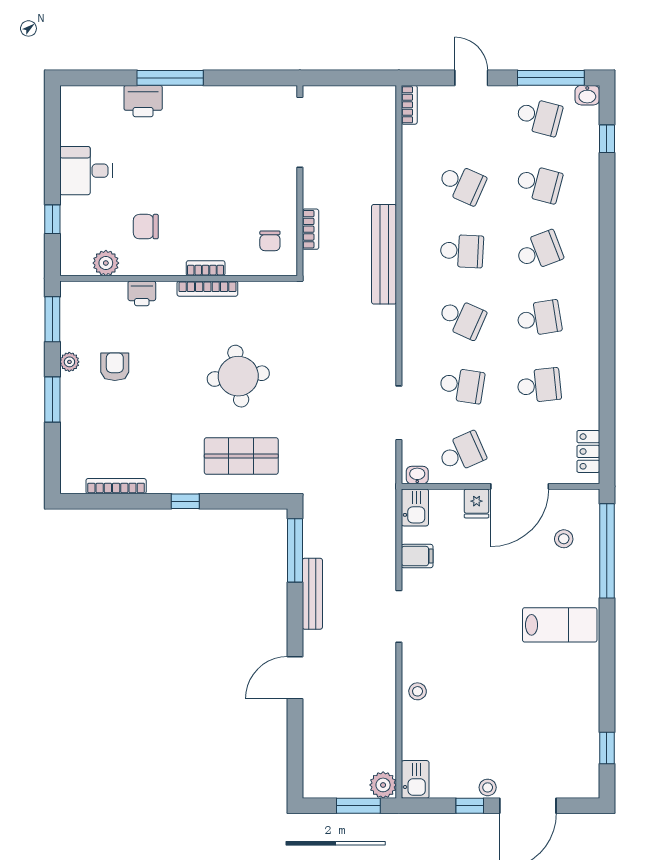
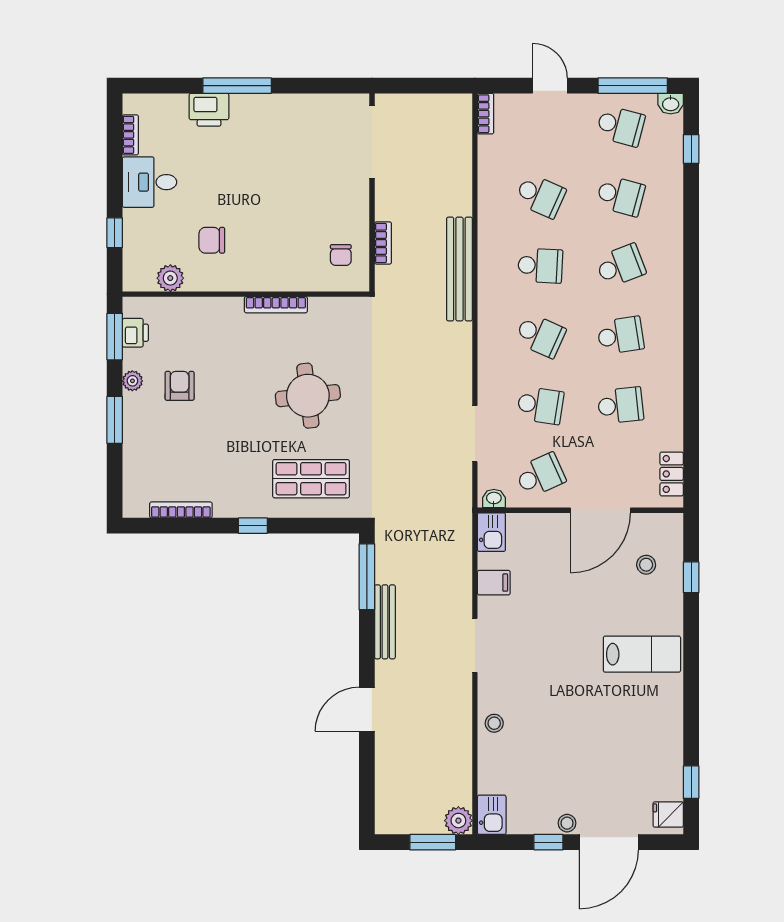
bookcase: (206, 268) -> (130, 135), moved, turned 90
printer: (142, 293) -> (135, 333), moved, turned -90
fridge: (477, 503) -> (668, 814), moved, turned 90
window: (607, 551) -> (691, 577), width x0.32

